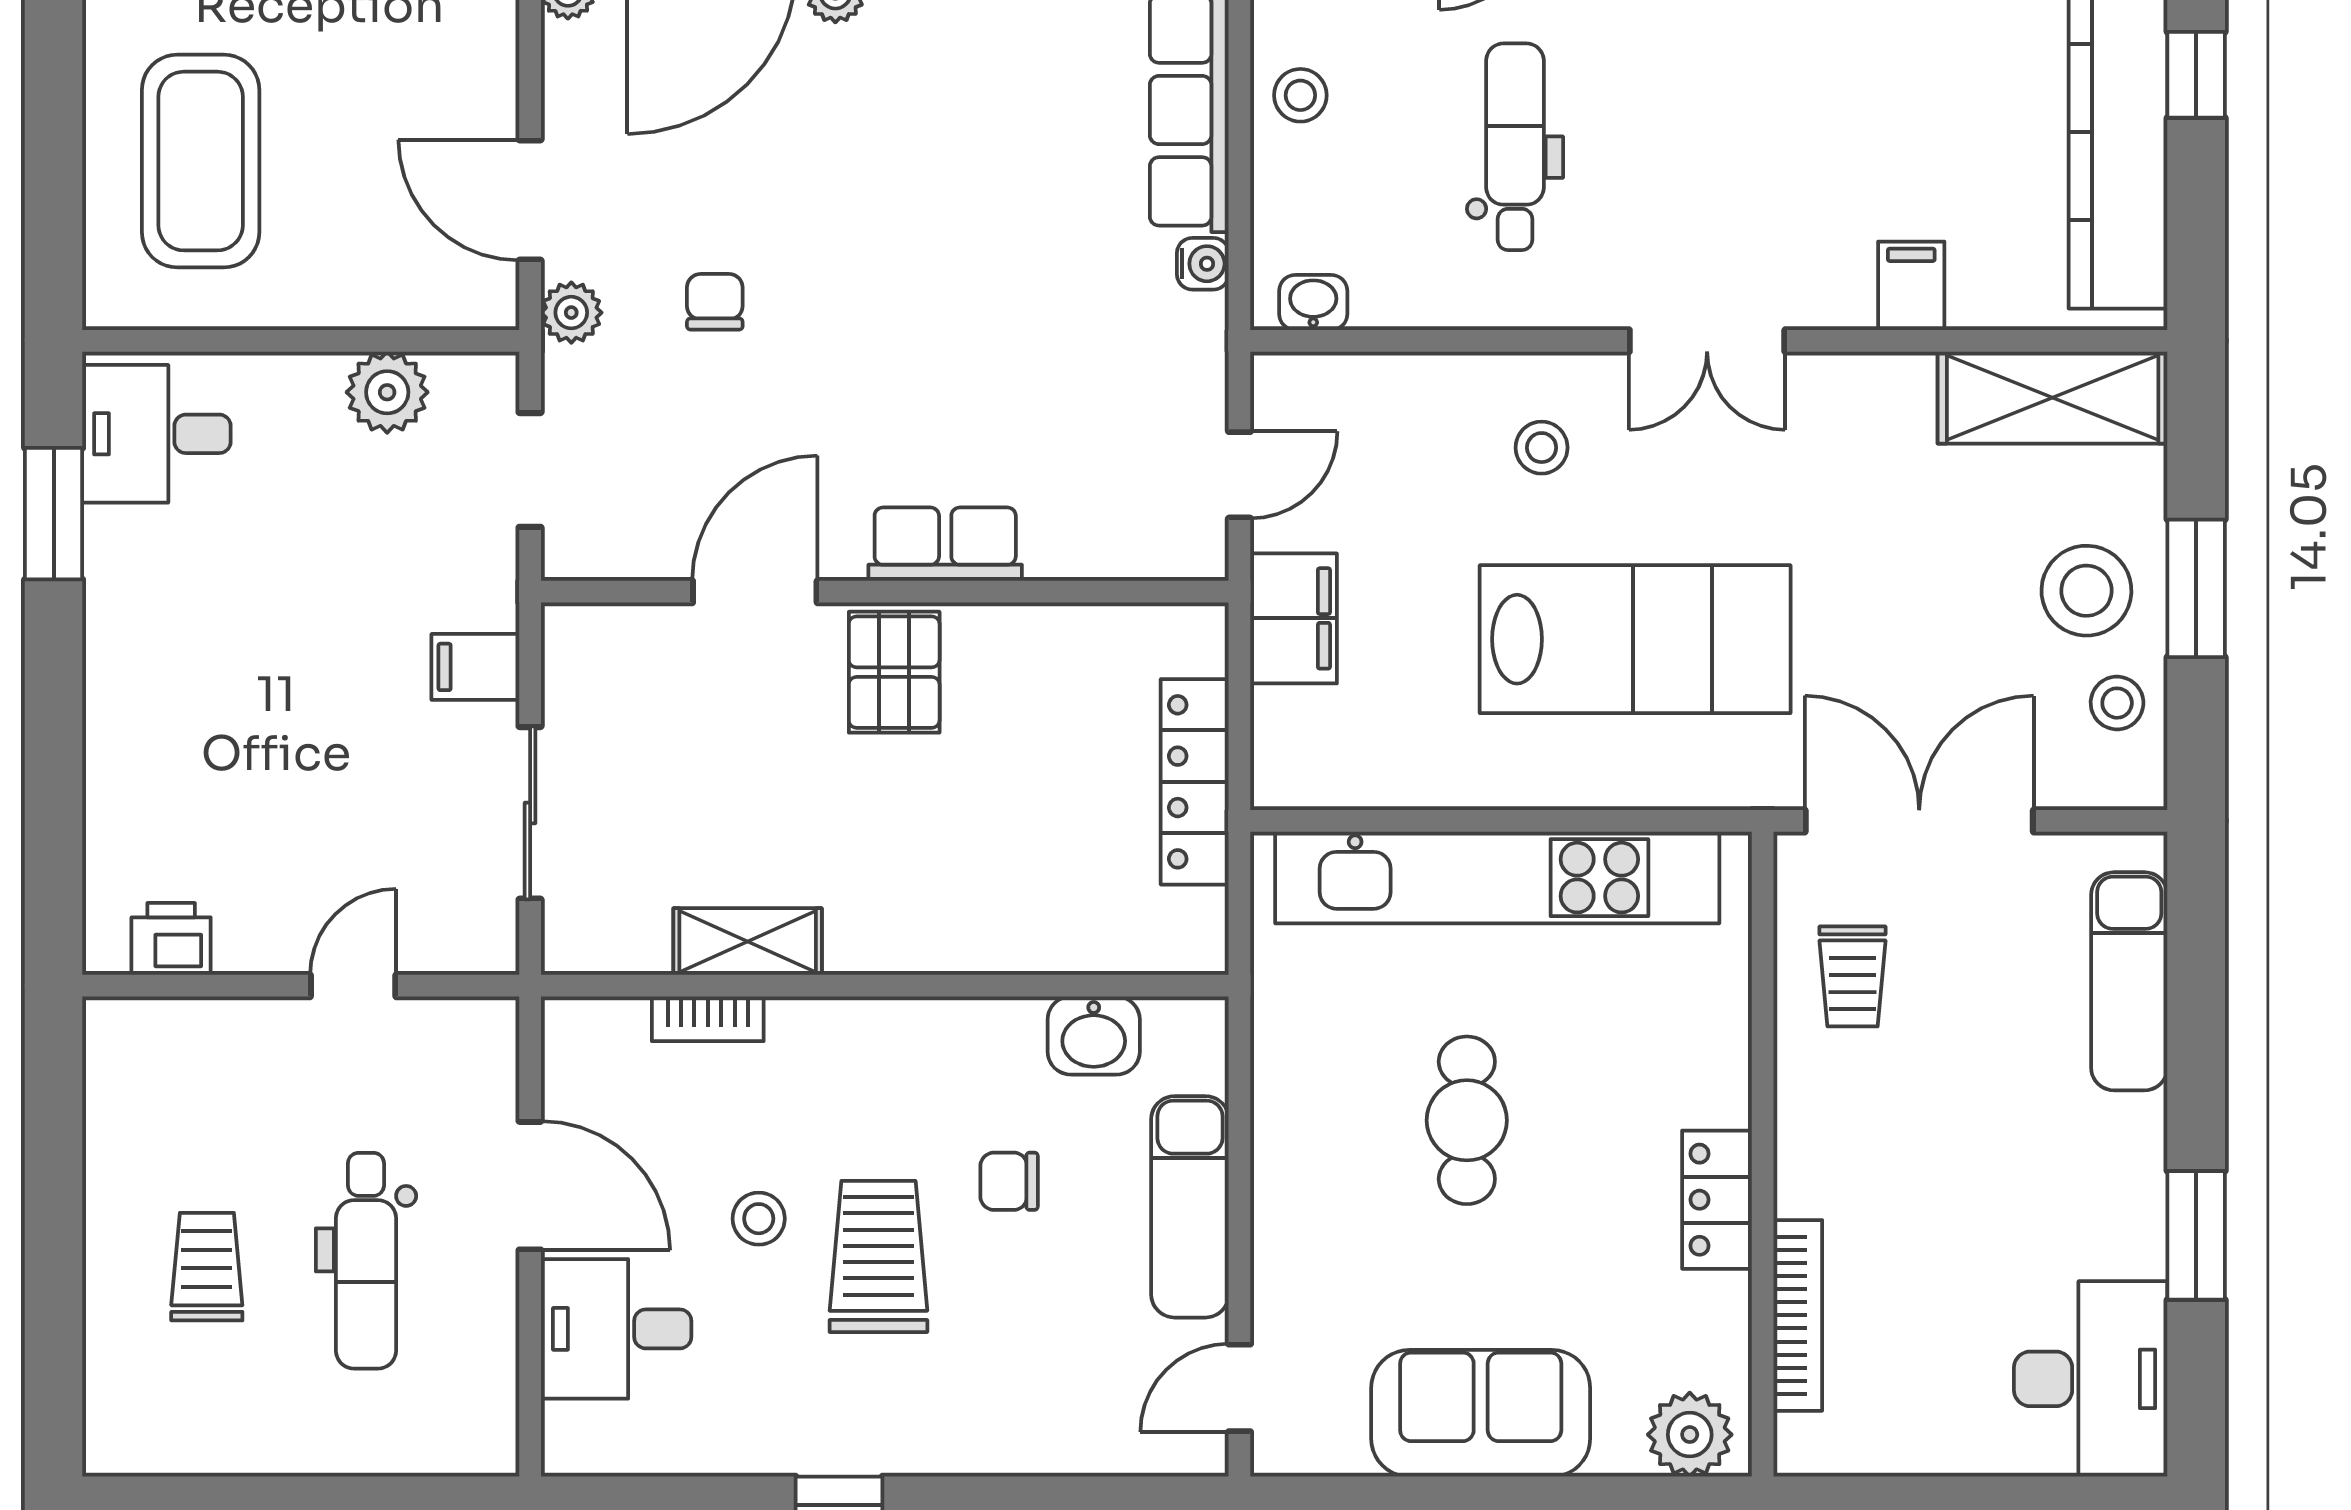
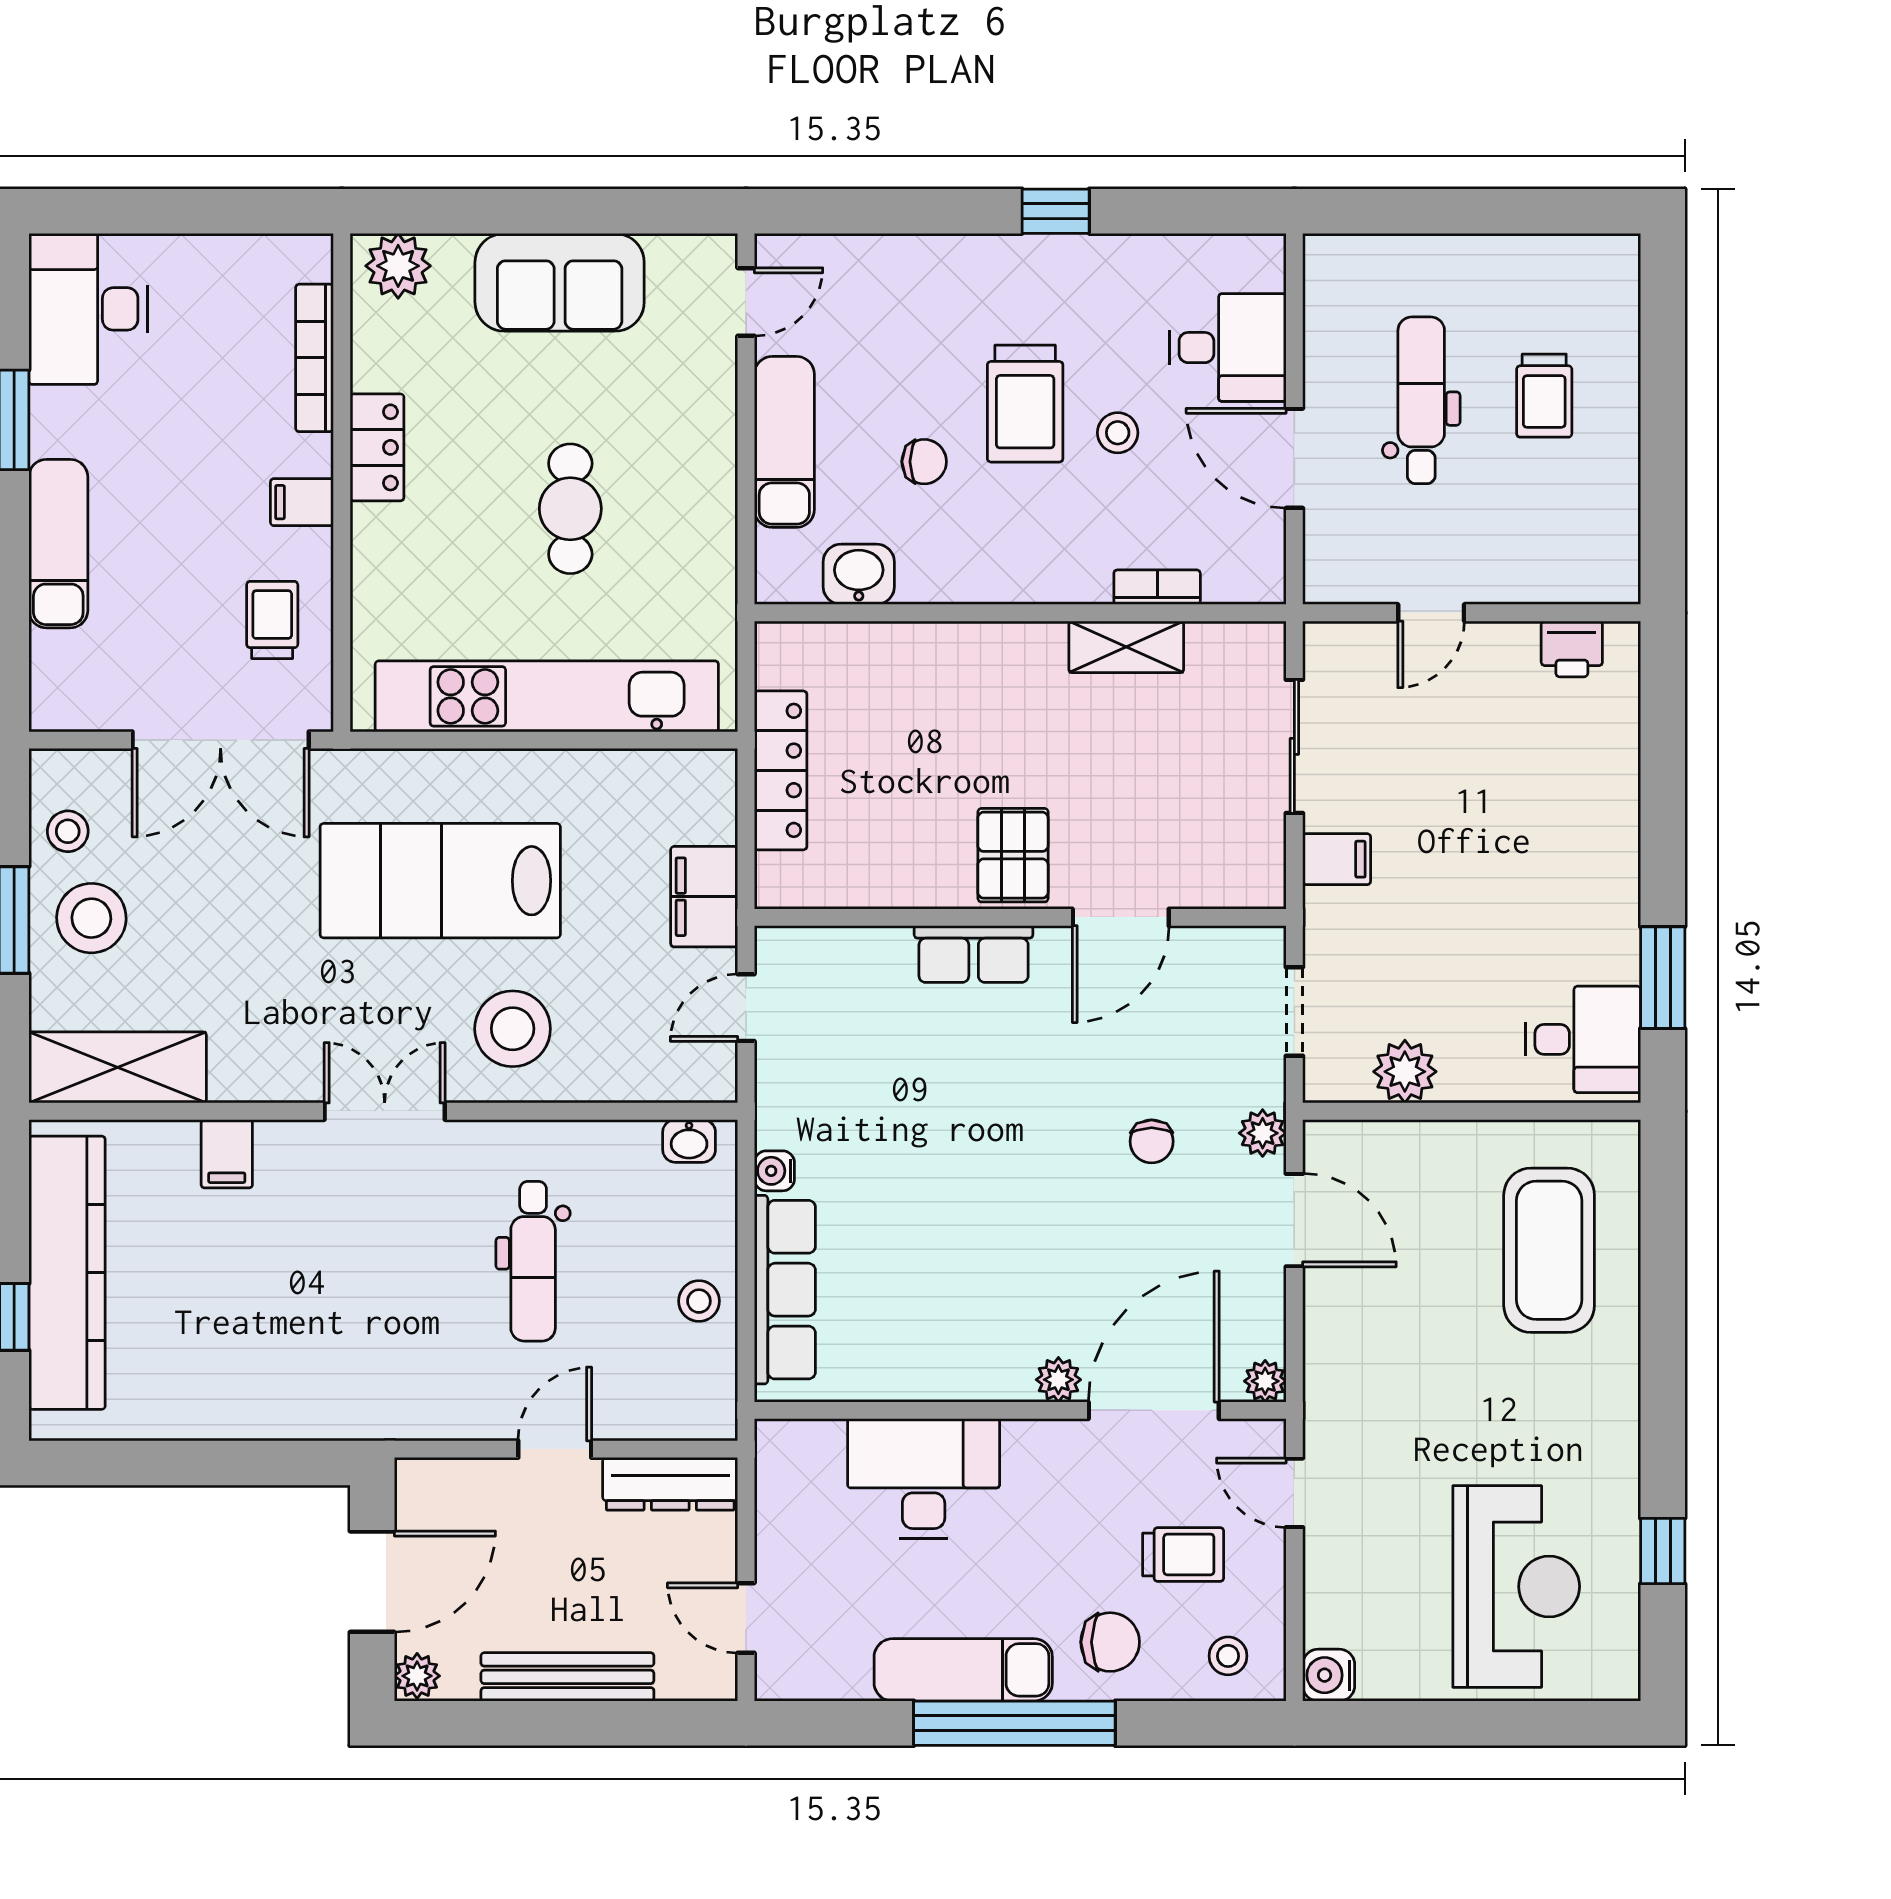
stool: (1542, 448) -> (513, 1029), width x1.89, depth x1.89
exam couch: (2129, 981) -> (58, 544), moved
filing cabinet: (1814, 1129) -> (302, 502), added

